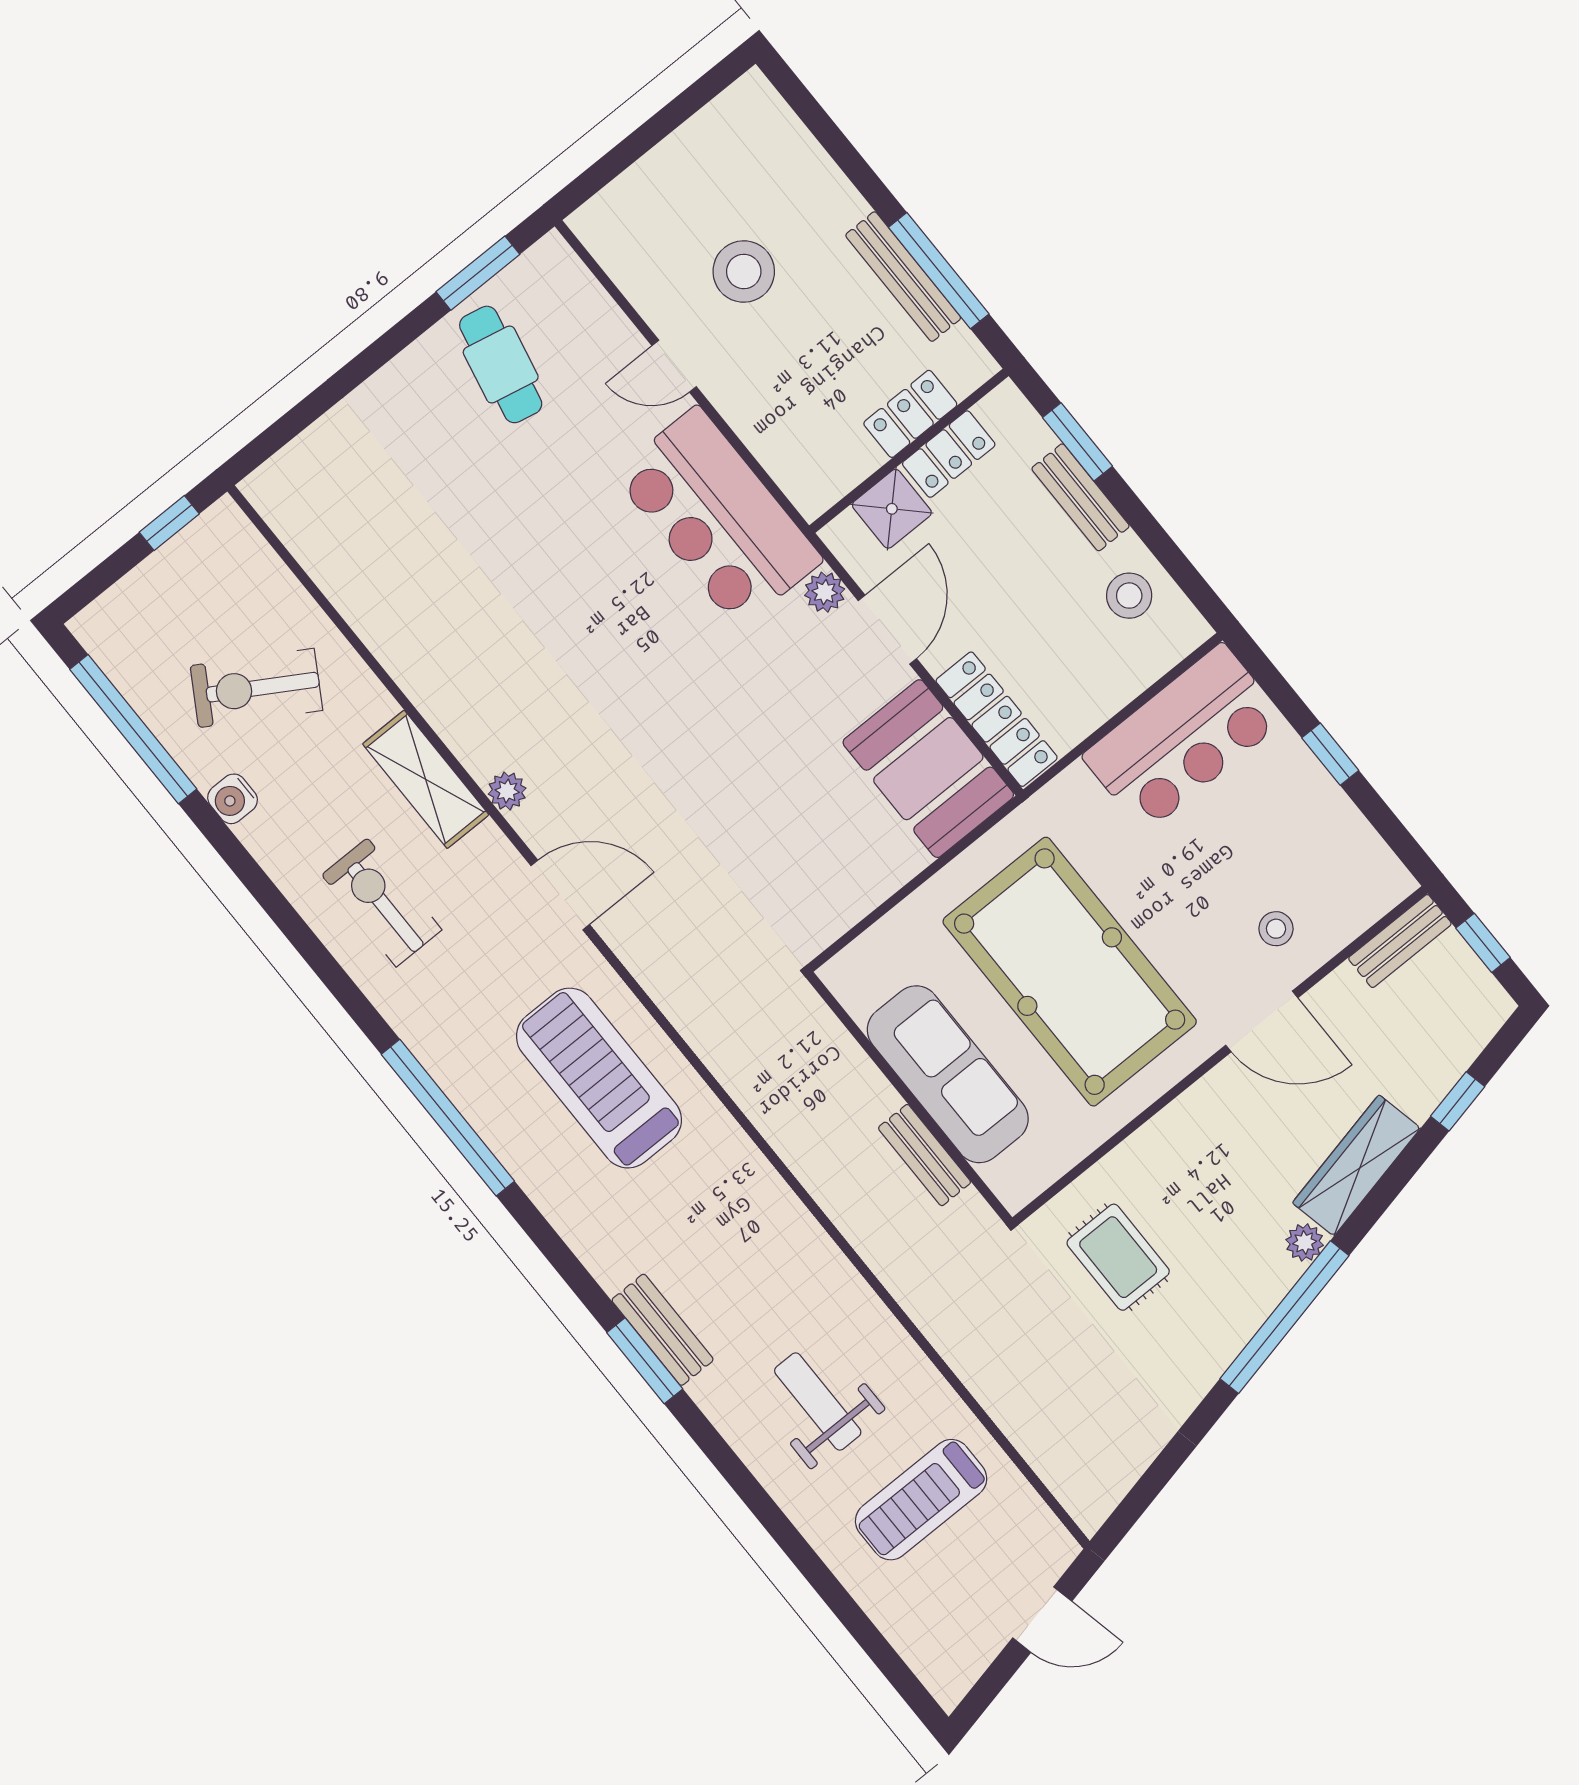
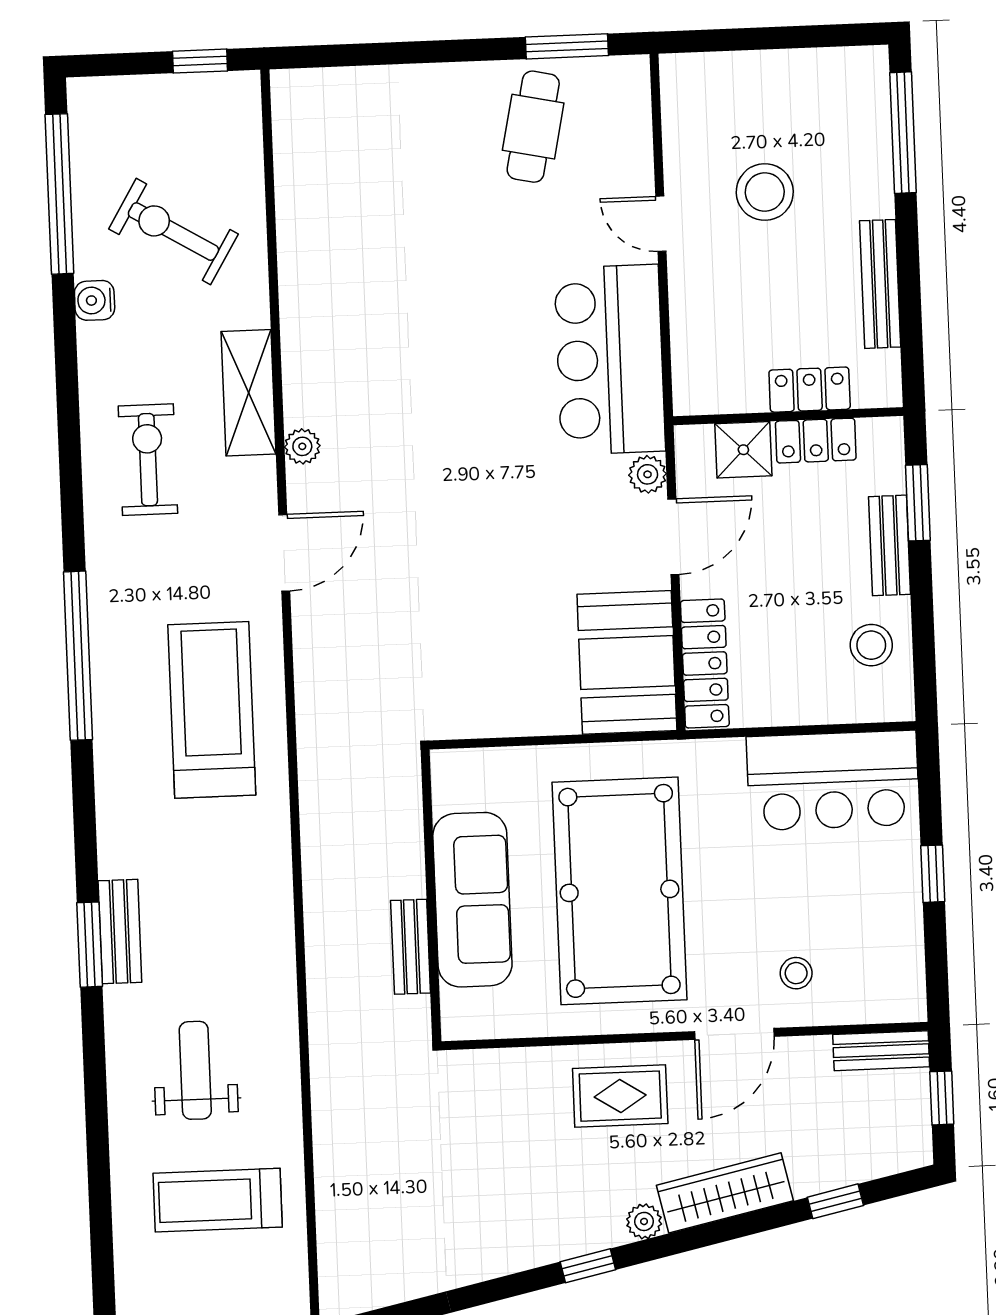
window: (939, 271) -> (903, 133), moved
door: (560, 895) -> (284, 553), hinge flipped
door: (1262, 1021) -> (734, 1034), hinge flipped
rug: (1118, 1257) -> (620, 1096), moved, turned 90
window: (1285, 1317) -> (588, 1266), width x0.32

